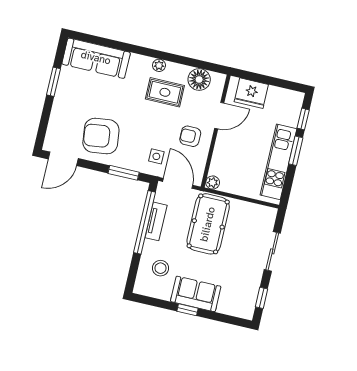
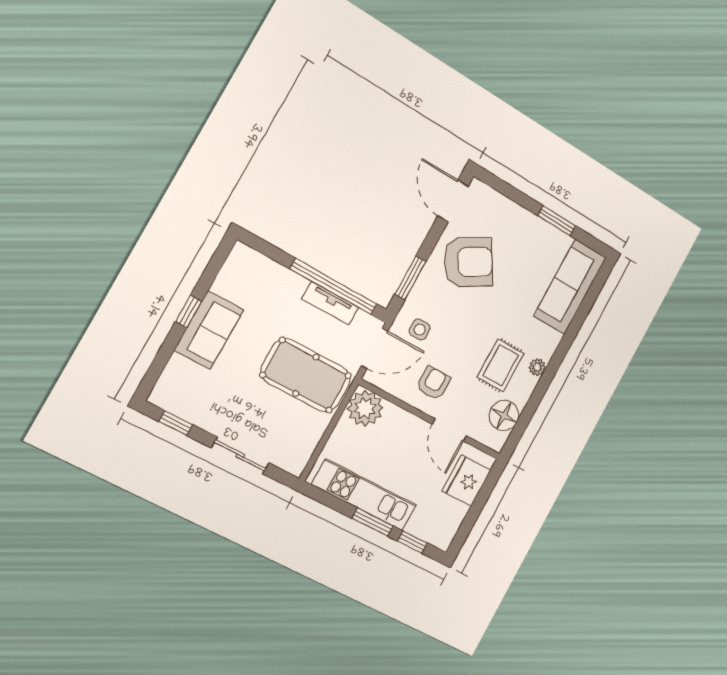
armchair: (101, 136) -> (468, 262), turned 66
plant: (213, 183) -> (365, 408), width x1.87, depth x1.87
stool: (160, 268) -> (262, 290), removed

